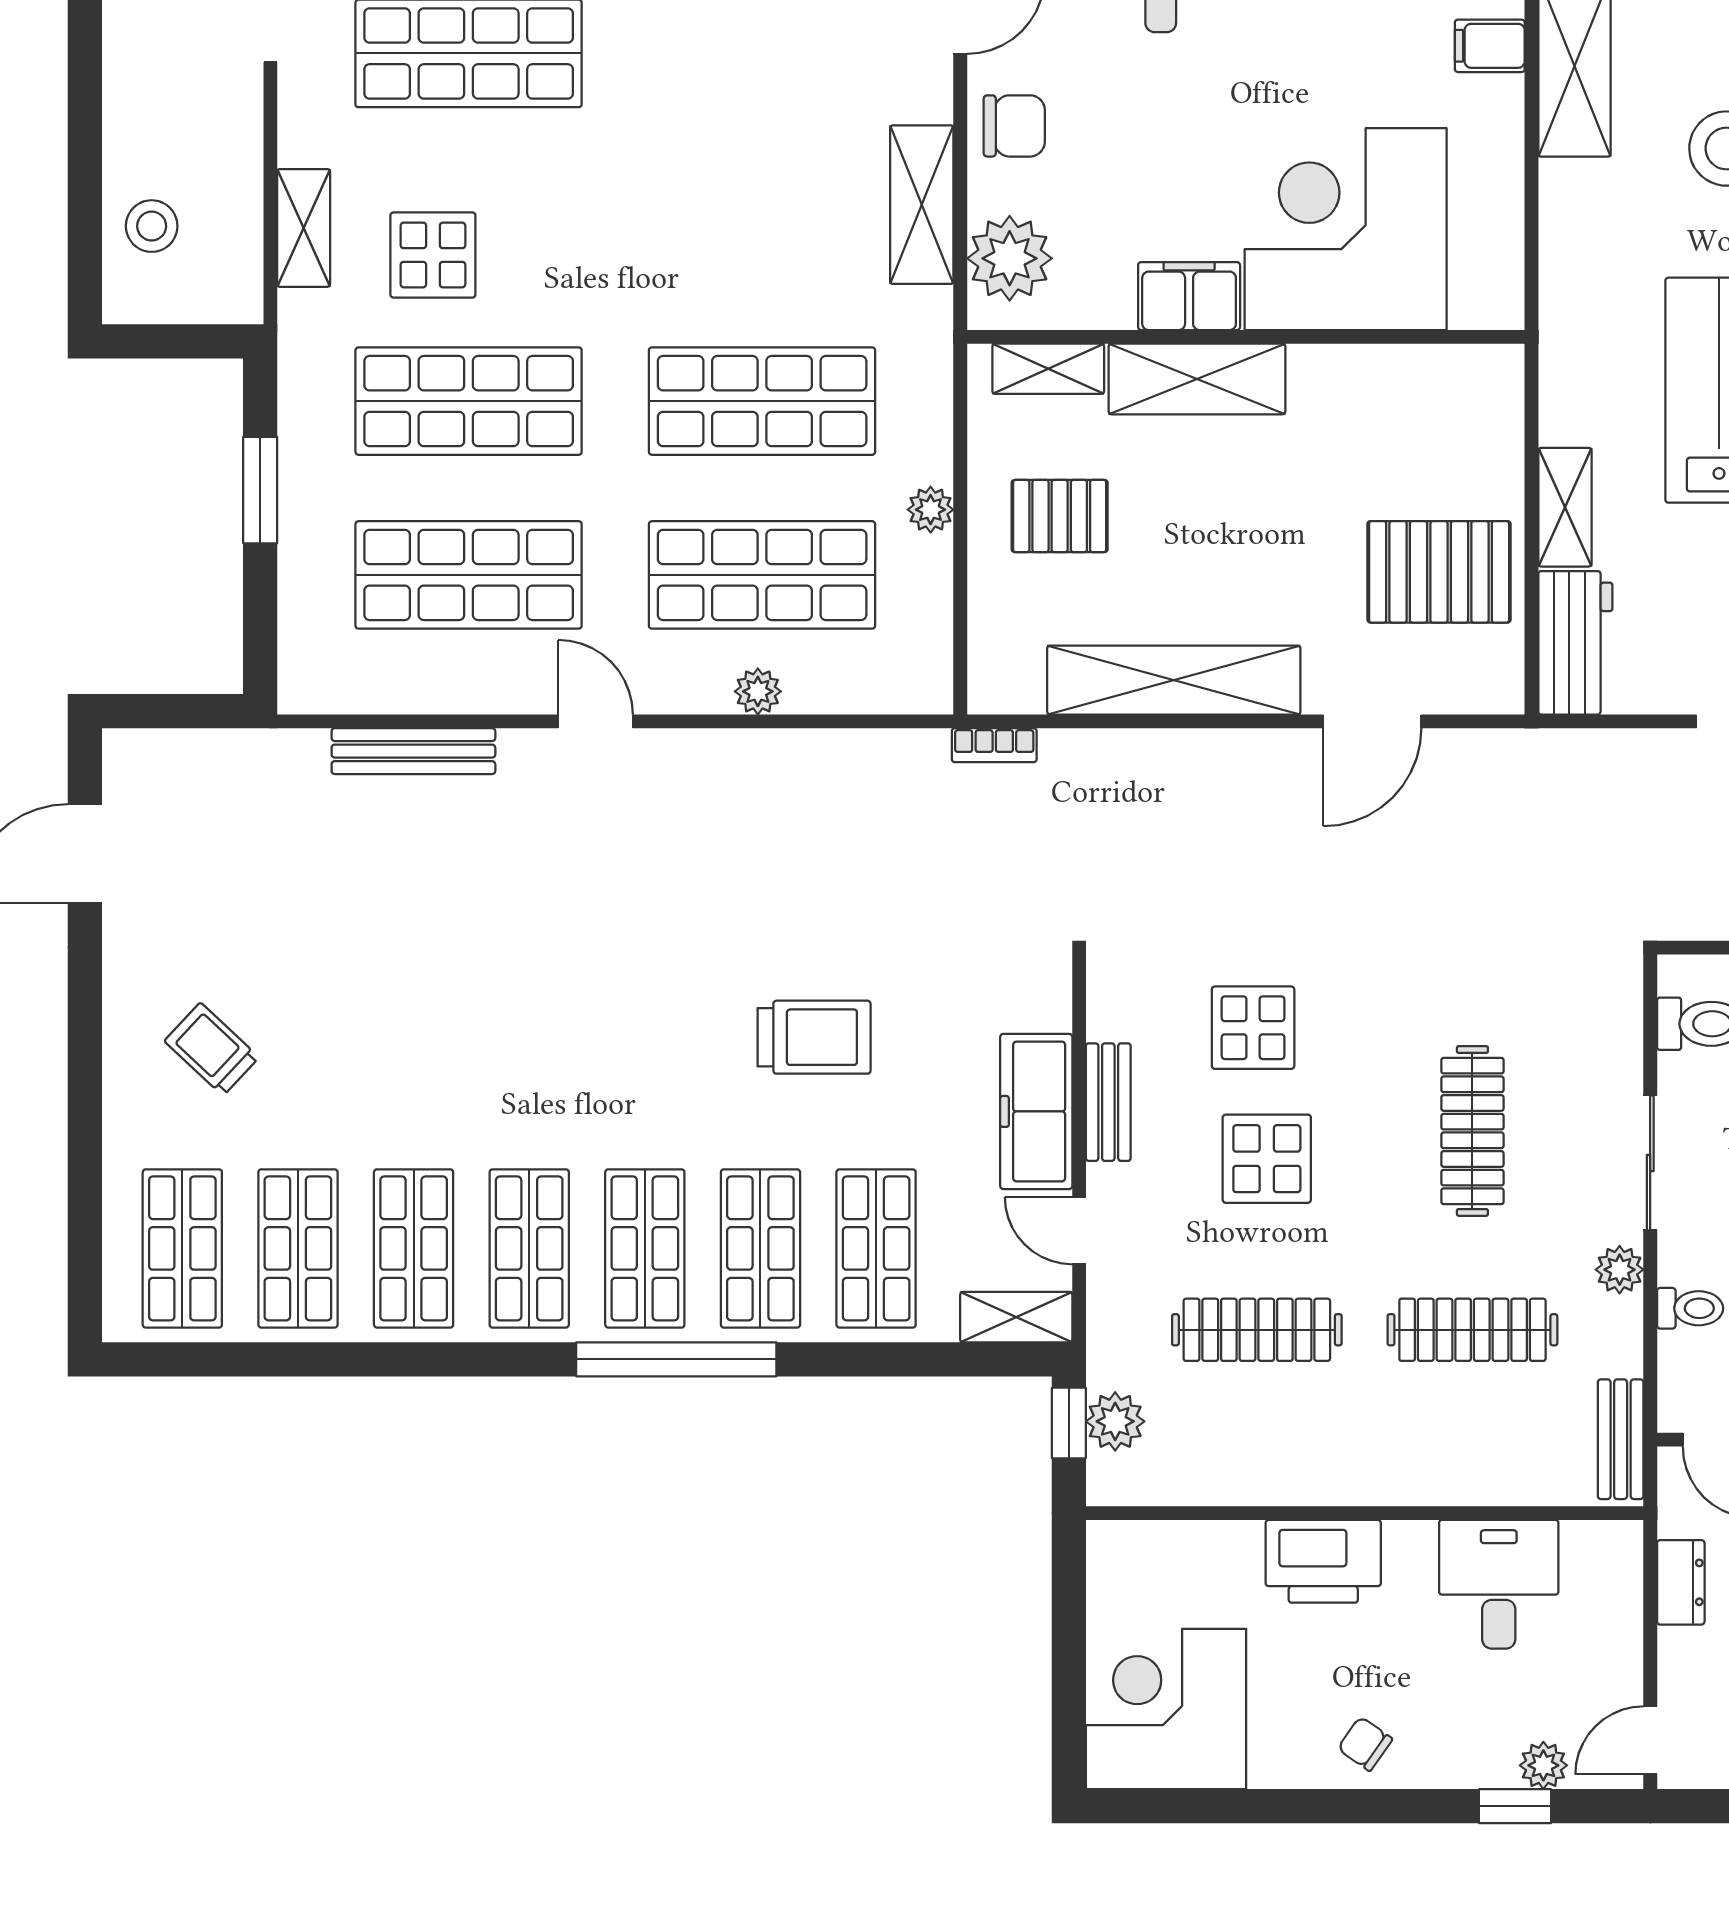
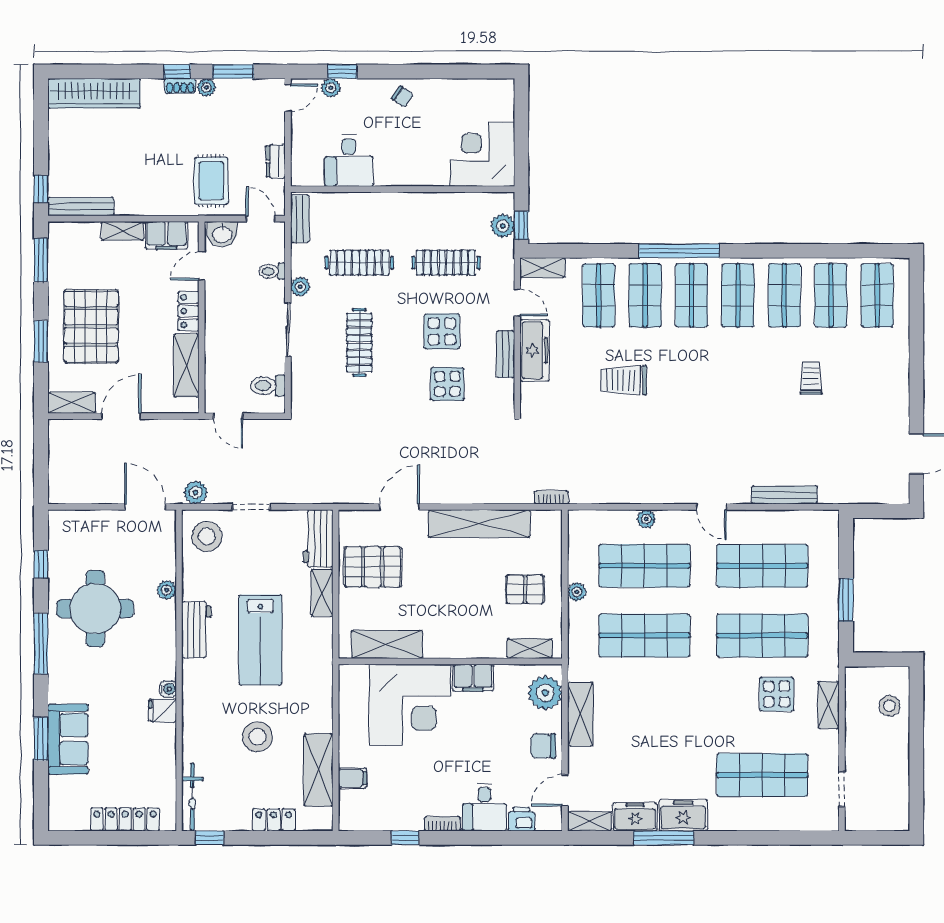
shelving: (1197, 379) -> (387, 644), moved
trolley: (212, 1049) -> (811, 378), moved, turned -133
printer: (1323, 1561) -> (419, 170), removed
corner desk: (1166, 1709) -> (482, 154), moved, turned 180

